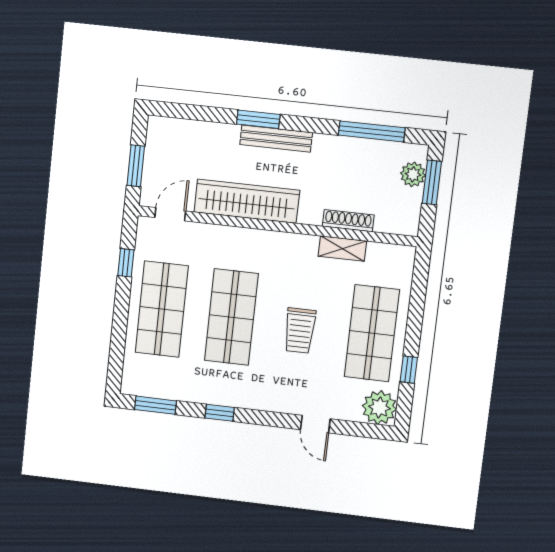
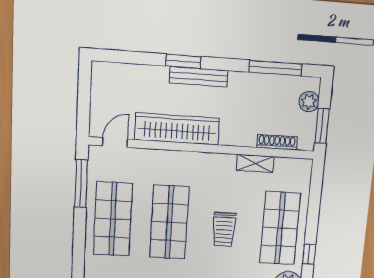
window: (136, 166) -> (84, 104), removed
window: (432, 182) -> (322, 126), moved
shoe rack: (348, 221) -> (277, 142), moved
window: (126, 263) -> (81, 184), width x2.17

